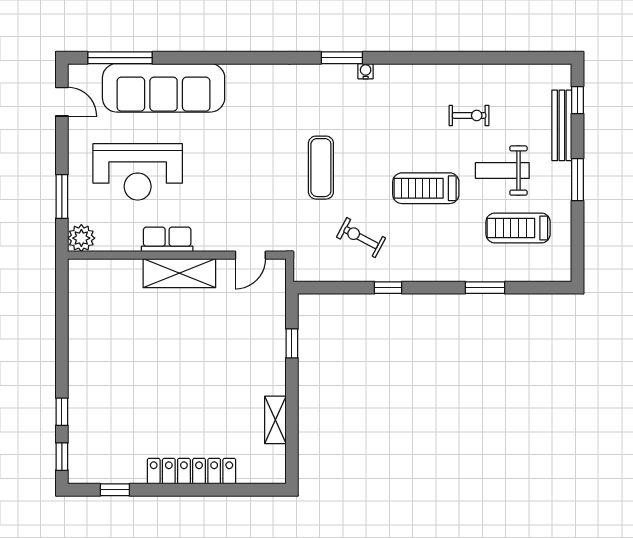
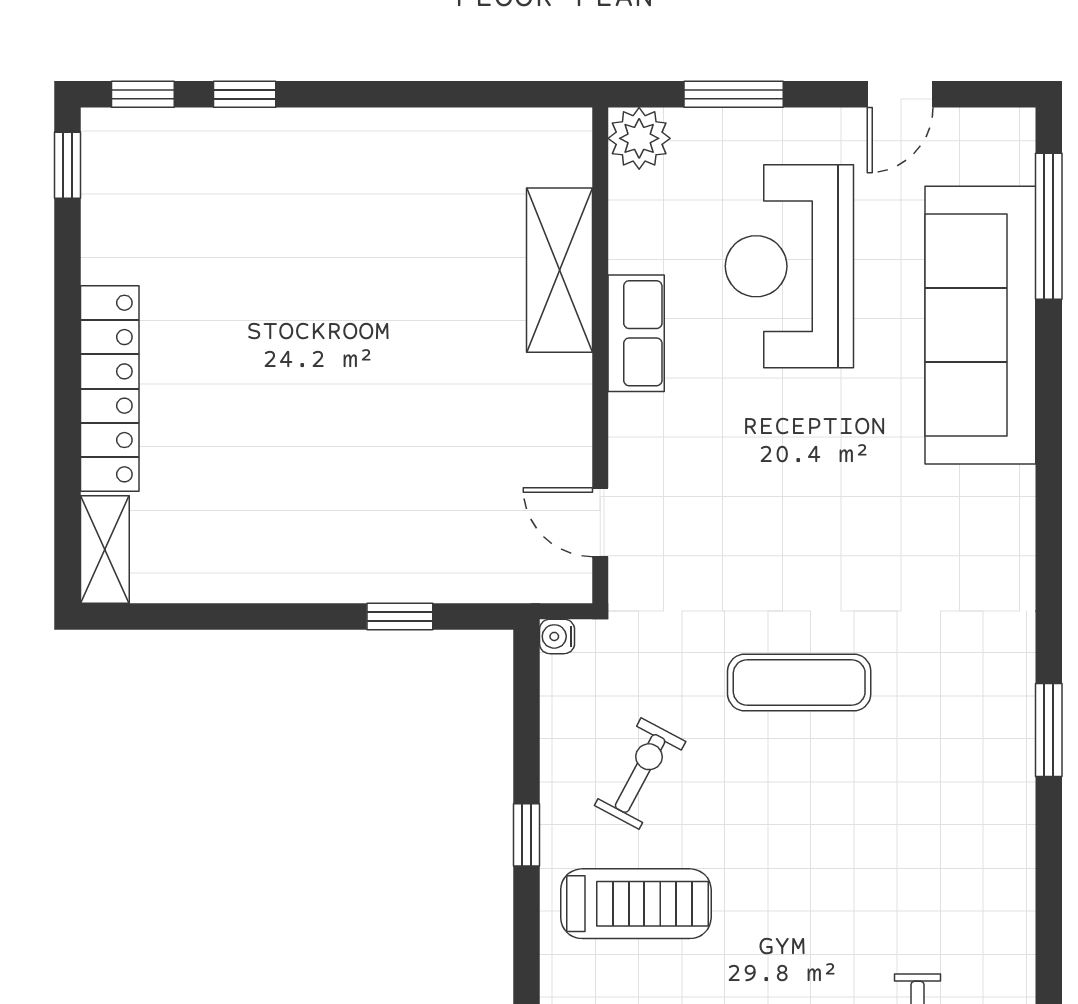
water cooler: (366, 71) -> (557, 636), moved, turned 180
door: (62, 102) -> (900, 94), moved
treadmill: (426, 188) -> (636, 904), moved, turned 90
shelving: (179, 273) -> (559, 270), moved
shelving: (275, 420) -> (105, 549), moved, turned 90
window: (115, 490) -> (68, 165), moved

